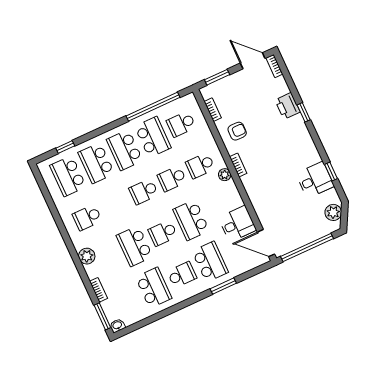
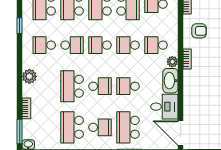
washbasin: (231, 195) -> (170, 81), added
school desk: (115, 205) -> (72, 45), added
window: (53, 209) -> (20, 26), added
school desk: (191, 220) -> (128, 86), width x0.54
school desk: (163, 233) -> (100, 86), turned 180
school desk: (210, 262) -> (128, 127), turned 180
school desk: (154, 288) -> (72, 127), turned 180

